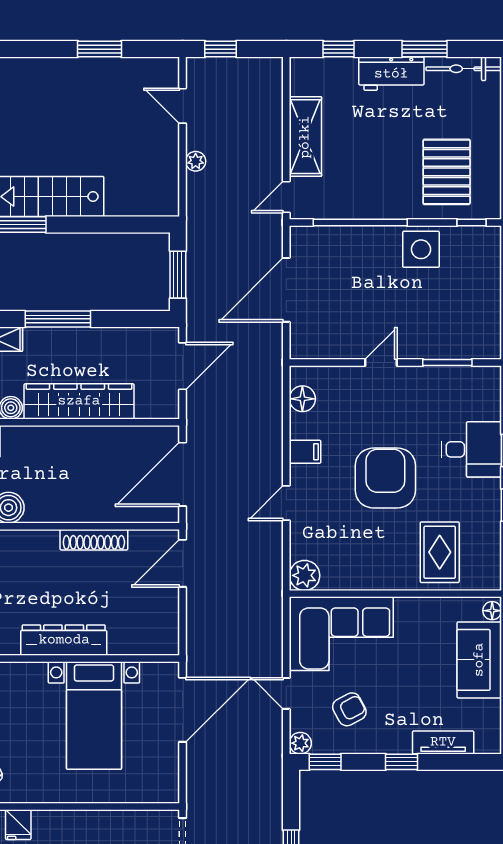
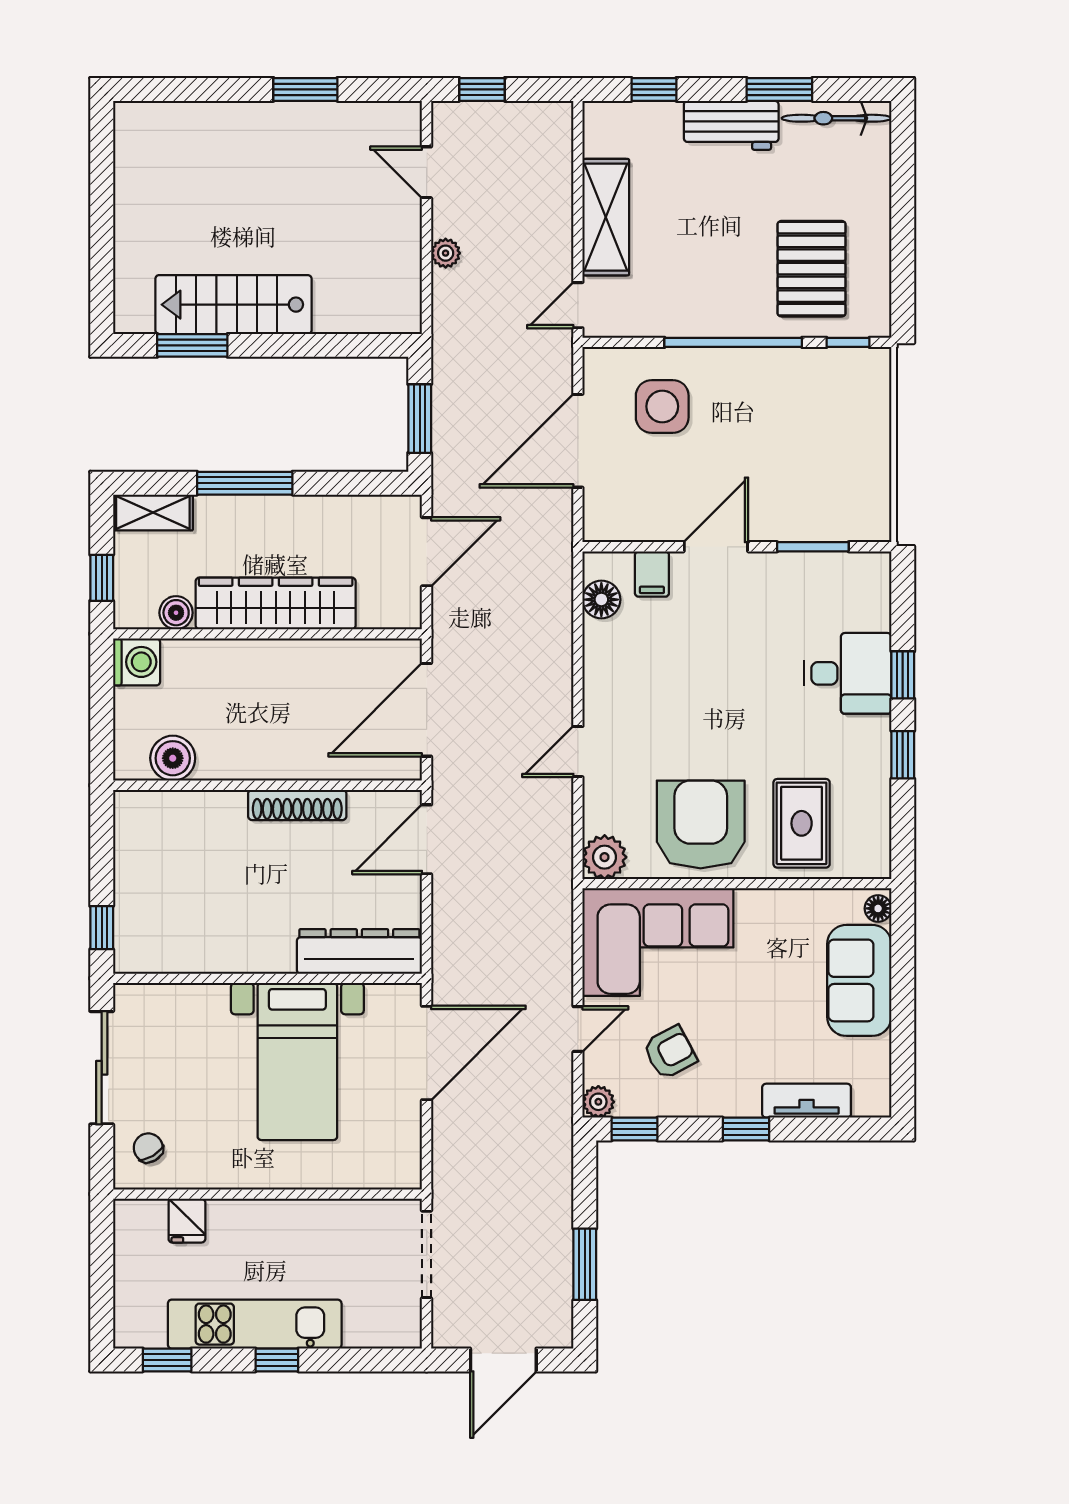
window: (360, 222) -> (733, 342), moved
side table: (421, 249) -> (662, 406), moved
door: (381, 363) -> (716, 547), width x1.38
filing cabinet: (305, 452) -> (652, 574), moved, turned 90
armchair: (385, 478) -> (701, 824), moved
dresser: (64, 640) -> (359, 951), moved
door: (286, 693) -> (578, 1029), swing flipped

